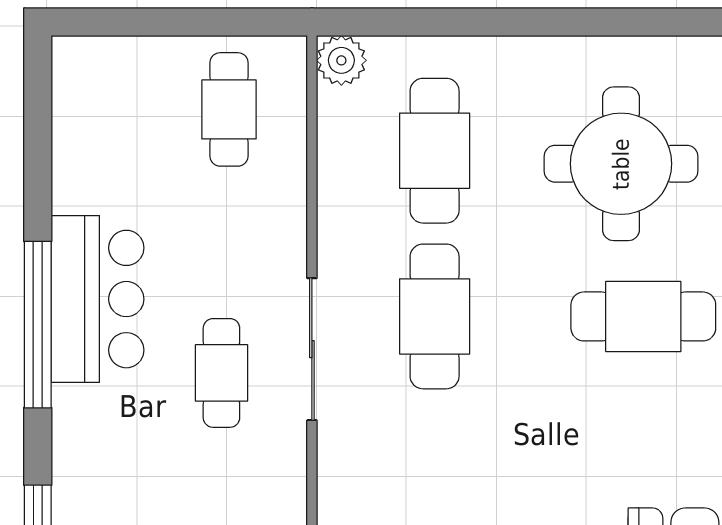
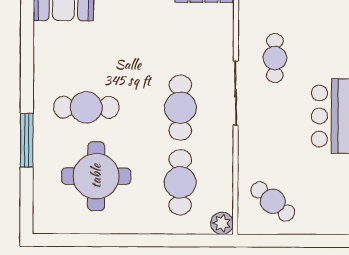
cafe table: (229, 109) -> (273, 201), turned -50
cafe table: (221, 373) -> (275, 58), moved

